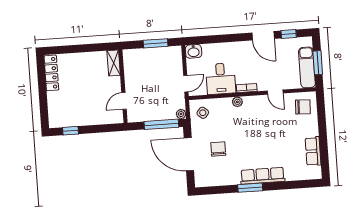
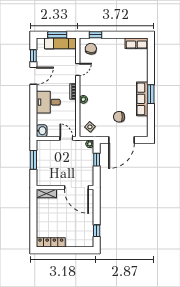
desk: (221, 79) -> (48, 102), moved, turned 180
door: (124, 101) -> (76, 187), width x1.87
window: (321, 112) -> (95, 35), added
window: (161, 124) -> (97, 160), width x0.46
row of seats: (313, 151) -> (136, 43), moved
row of seats: (263, 176) -> (142, 99), moved

